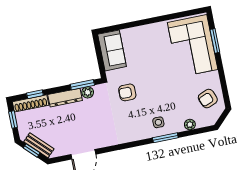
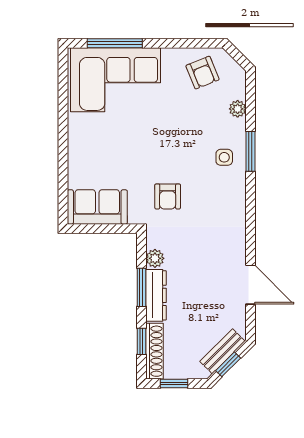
window: (215, 41) -> (115, 43), width x1.44
window: (82, 85) -> (141, 287), moved

